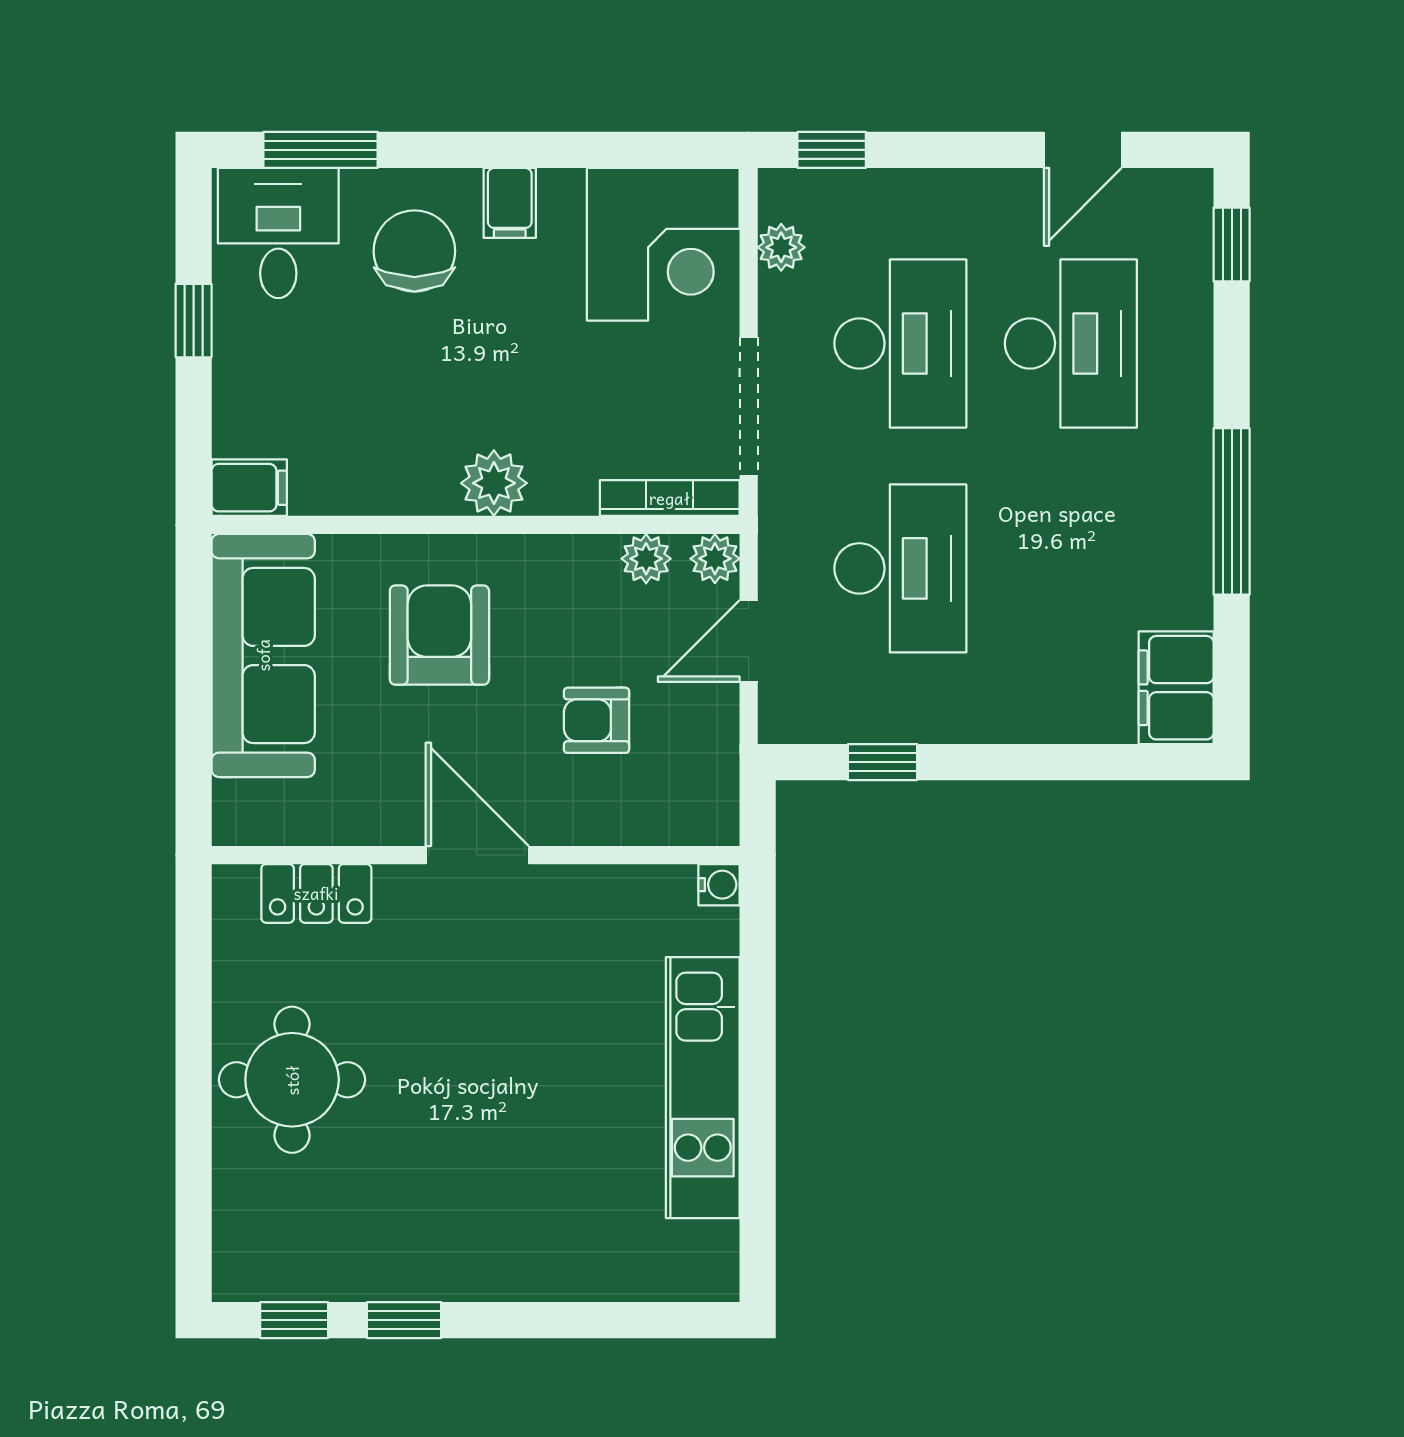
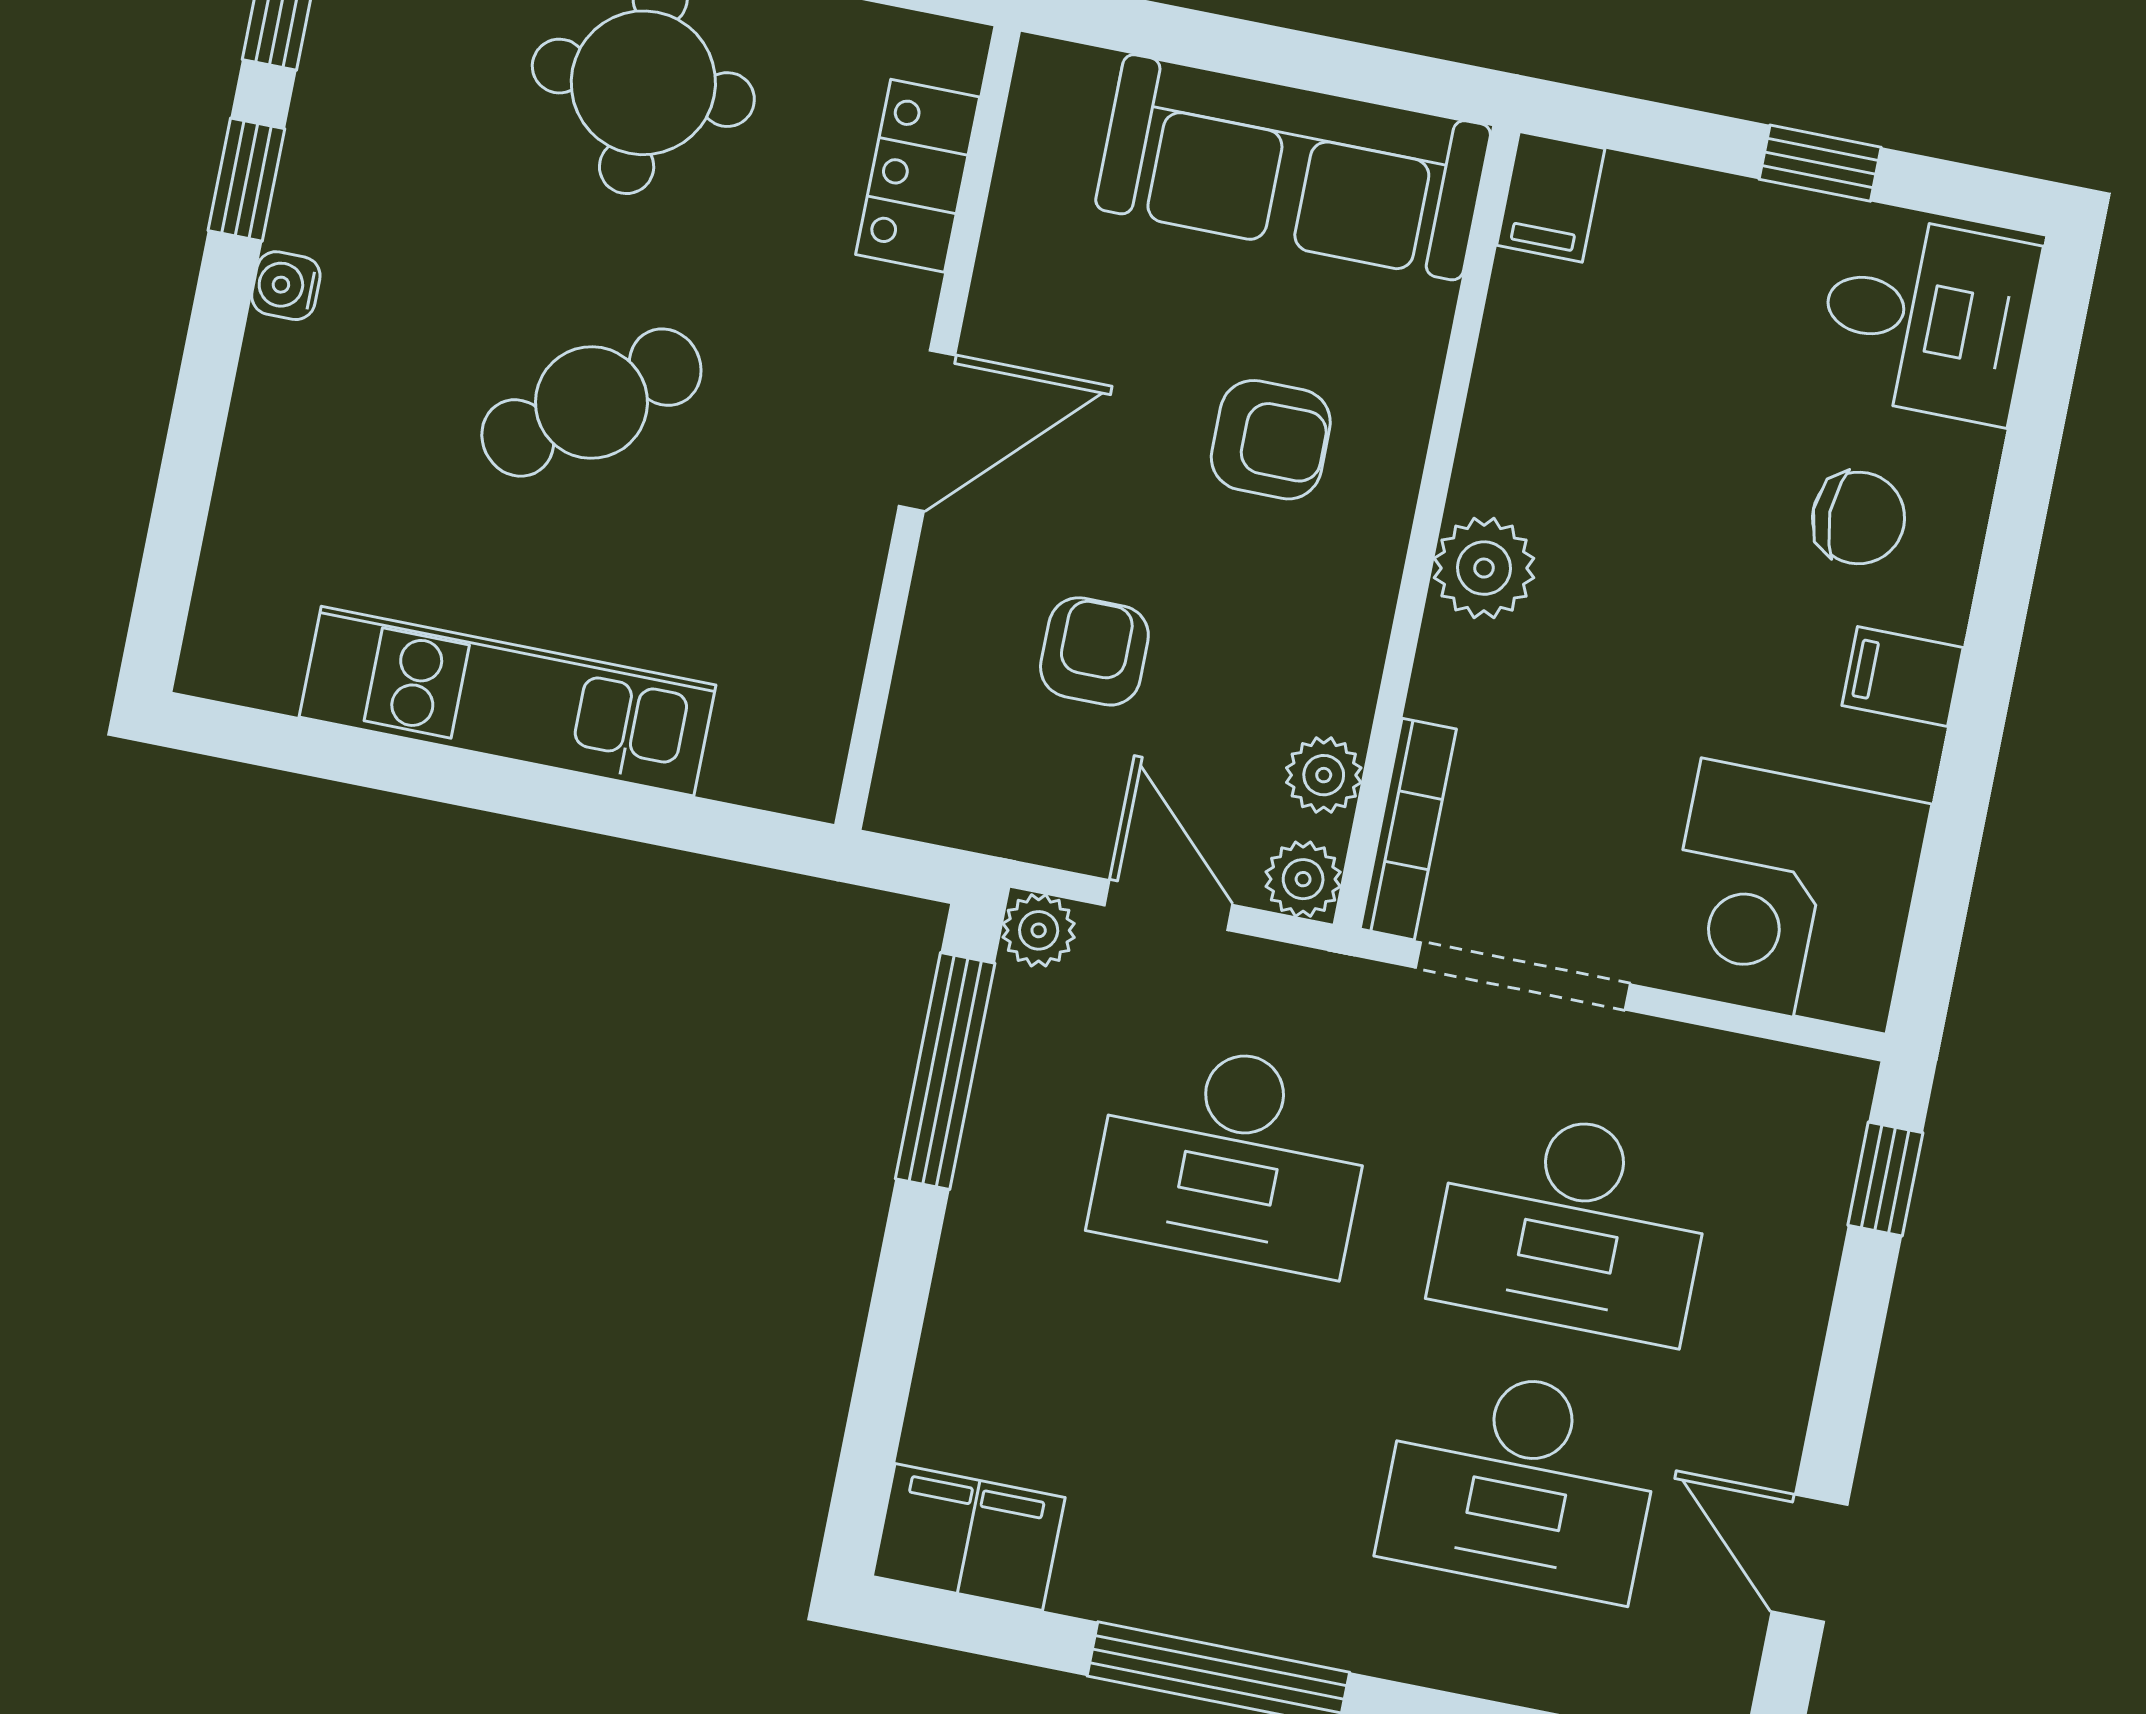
window: (320, 150) -> (2040, 407), removed
plant: (781, 247) -> (1039, 930), moved
chair: (414, 251) -> (1859, 518), width x0.73, depth x0.73
armchair: (439, 635) -> (1271, 440), width x0.72, depth x0.72
window: (883, 762) -> (945, 1071), width x2.17
water cooler: (719, 885) -> (286, 286), moved, turned 90
cafe table: (502, 1072) -> (591, 403), added

